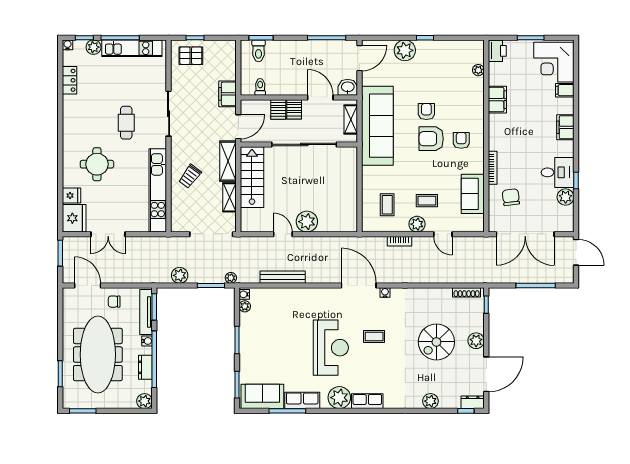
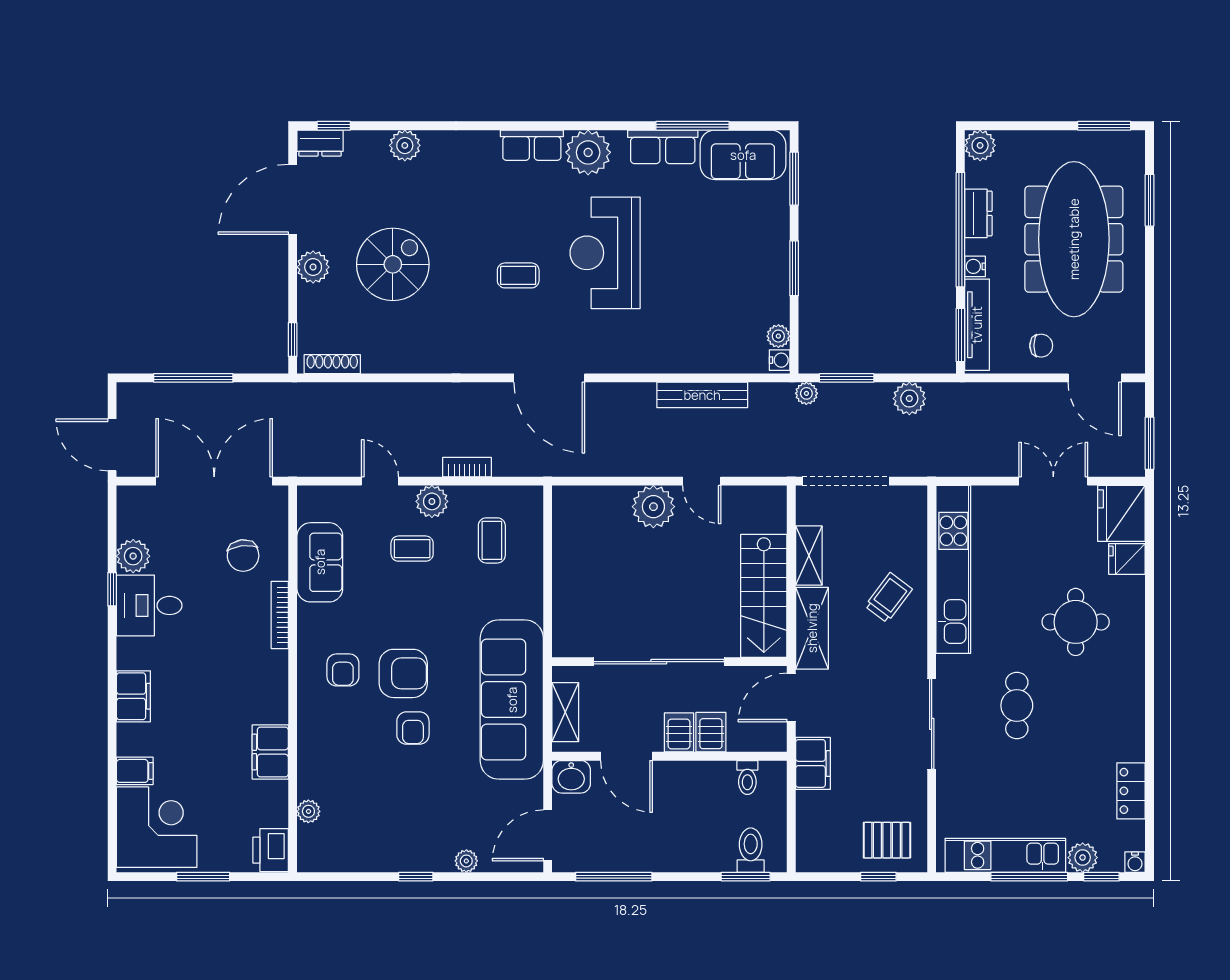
plant: (405, 50) -> (466, 861), width x0.53, depth x0.53
water cooler: (385, 293) -> (496, 364), removed

